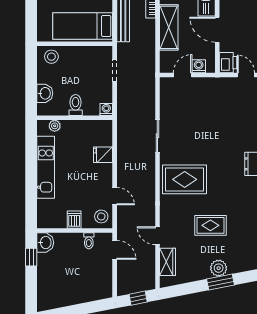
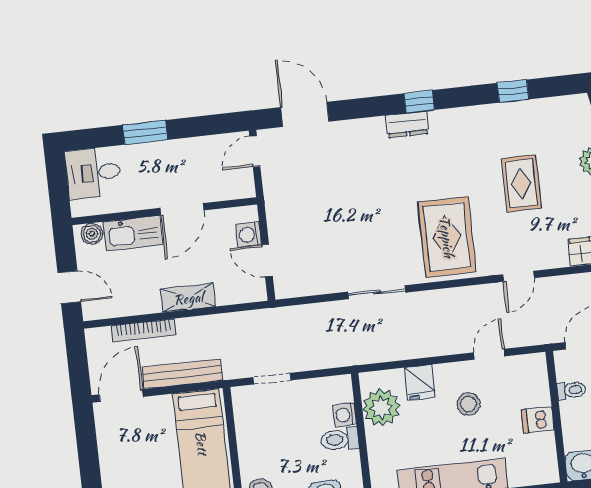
shelving: (169, 27) -> (188, 298), width x0.67, depth x0.75
printer: (228, 63) -> (237, 184), removed
washing machine: (106, 110) -> (345, 415), moved
plant: (55, 126) -> (381, 408), moved, width x1.87, depth x1.87
stool: (101, 216) -> (468, 404), moved
door: (157, 236) -> (518, 276), moved

